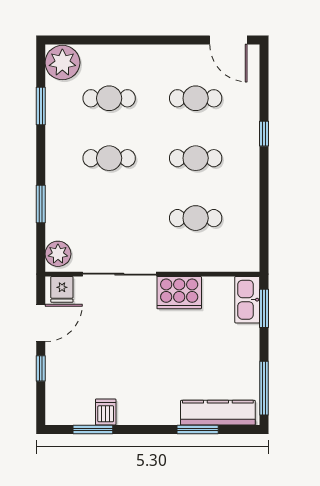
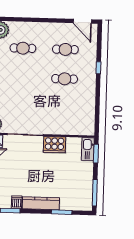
cafe table: (109, 158) -> (22, 78), removed
cafe table: (196, 218) -> (64, 108), removed
kitchen counter: (218, 413) -> (41, 203), moved

